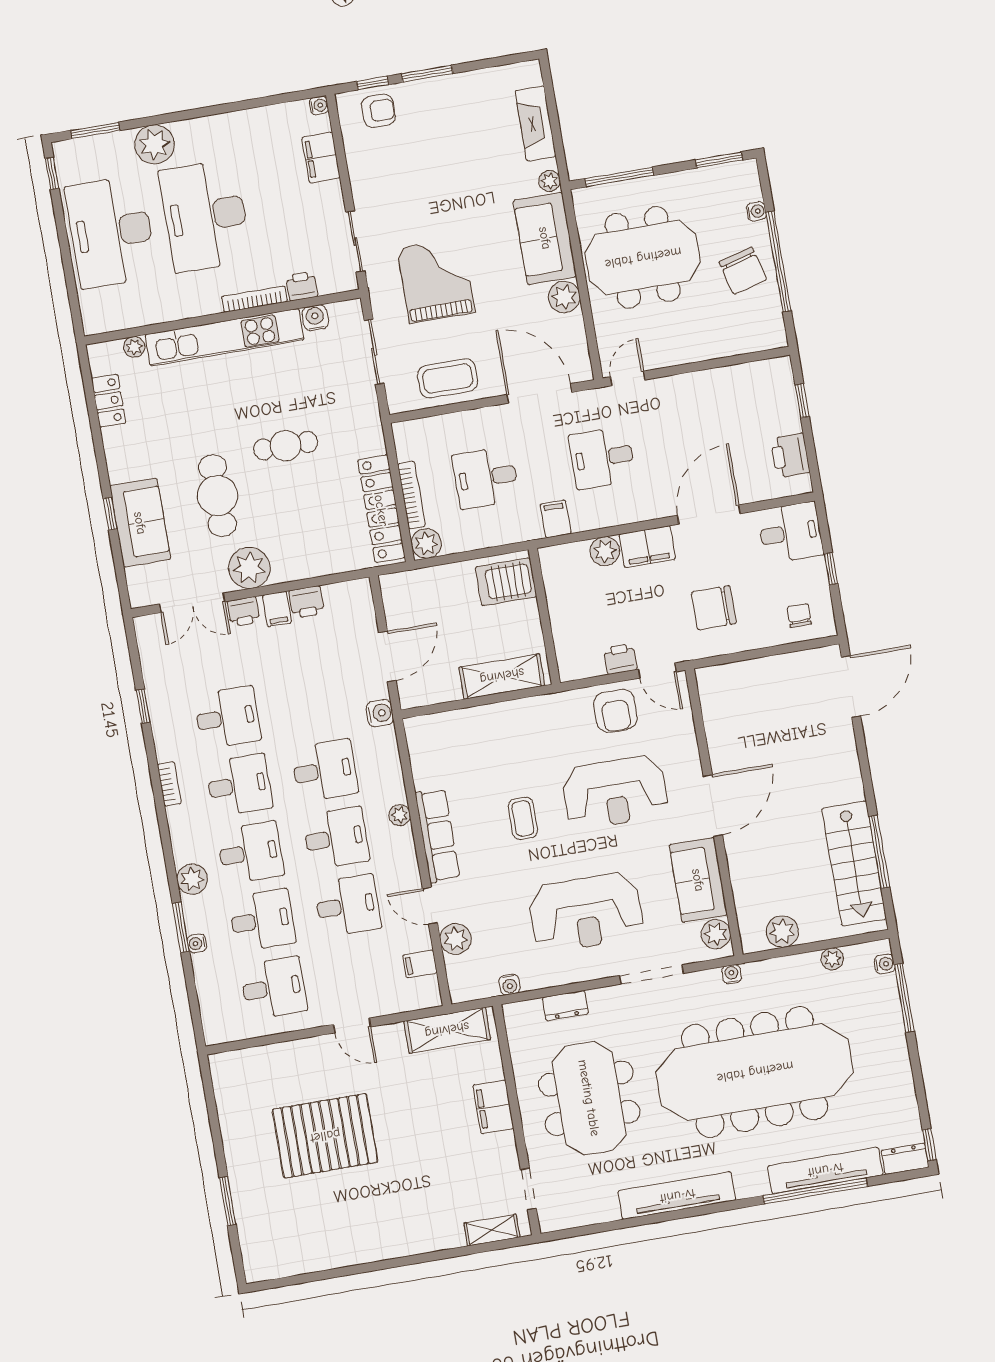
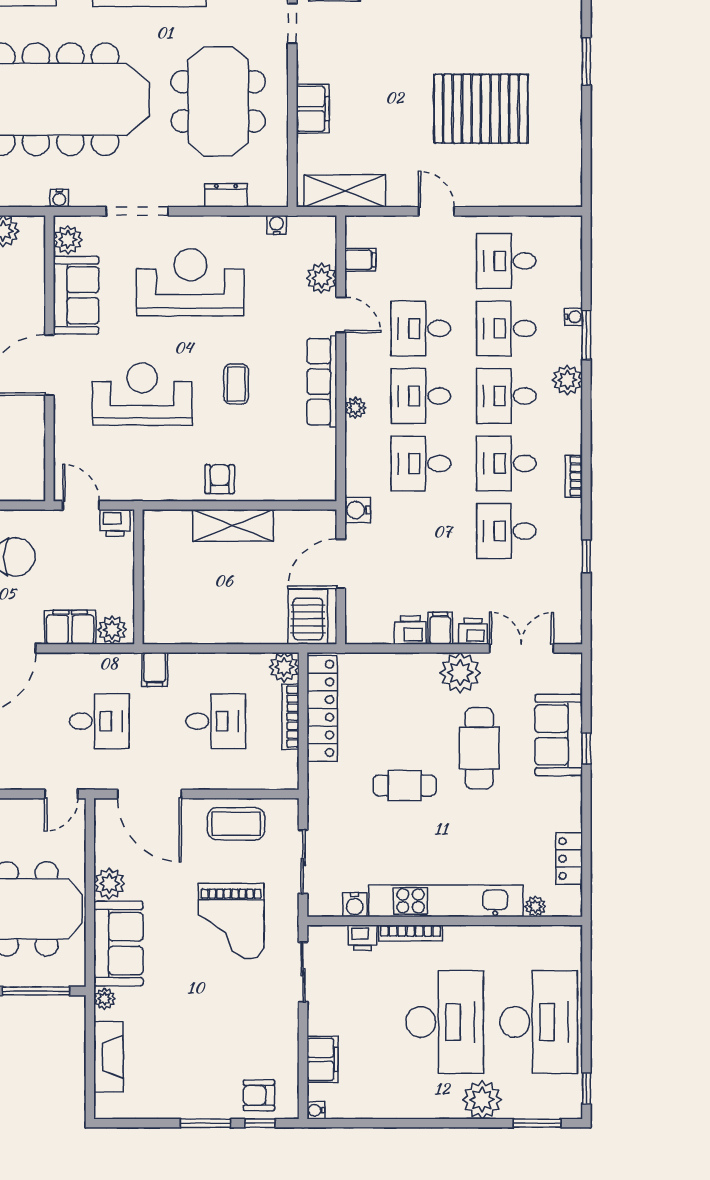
server rack: (506, 582) -> (308, 617), moved, turned -90
wall: (544, 616) -> (138, 577), moved
armchair: (615, 711) -> (220, 479), moved, width x0.72, depth x0.72

